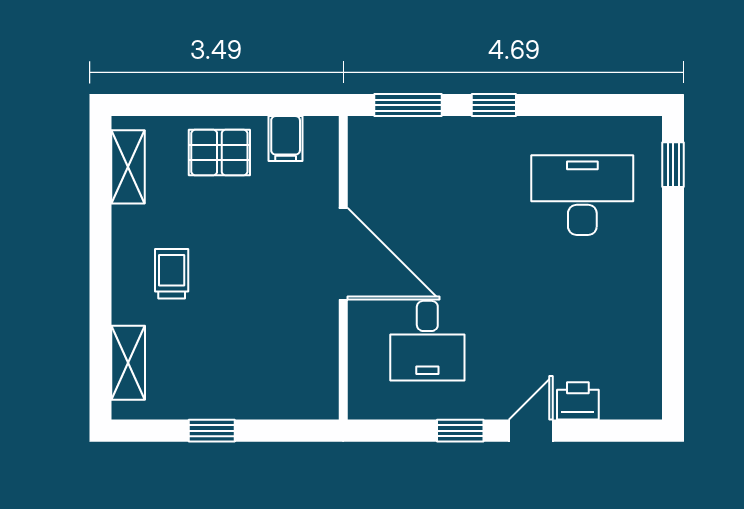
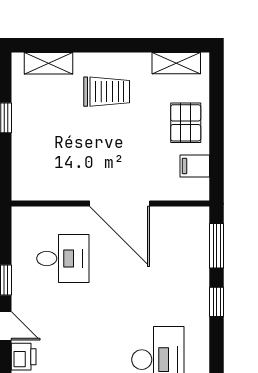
door: (343, 254) -> (120, 204), hinge flipped
trolley: (172, 274) -> (107, 92), width x1.36, depth x1.39
desk: (427, 341) -> (63, 258), turned 180

